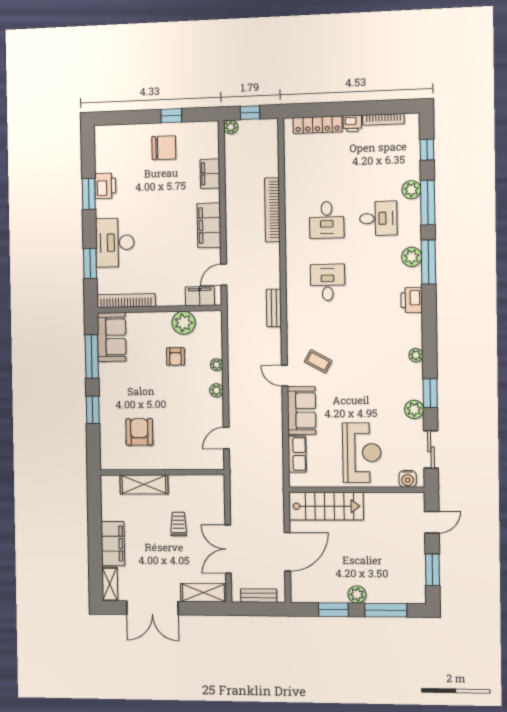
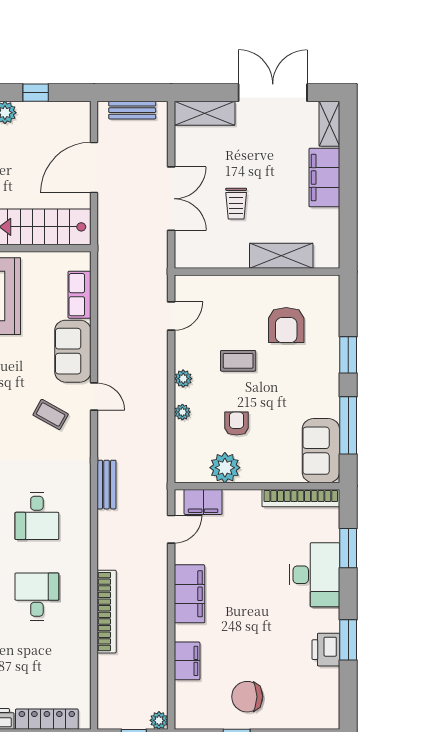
coffee table: (175, 404) -> (238, 361), added
double door: (228, 549) -> (171, 199), moved
window: (333, 610) -> (36, 93), width x0.67

